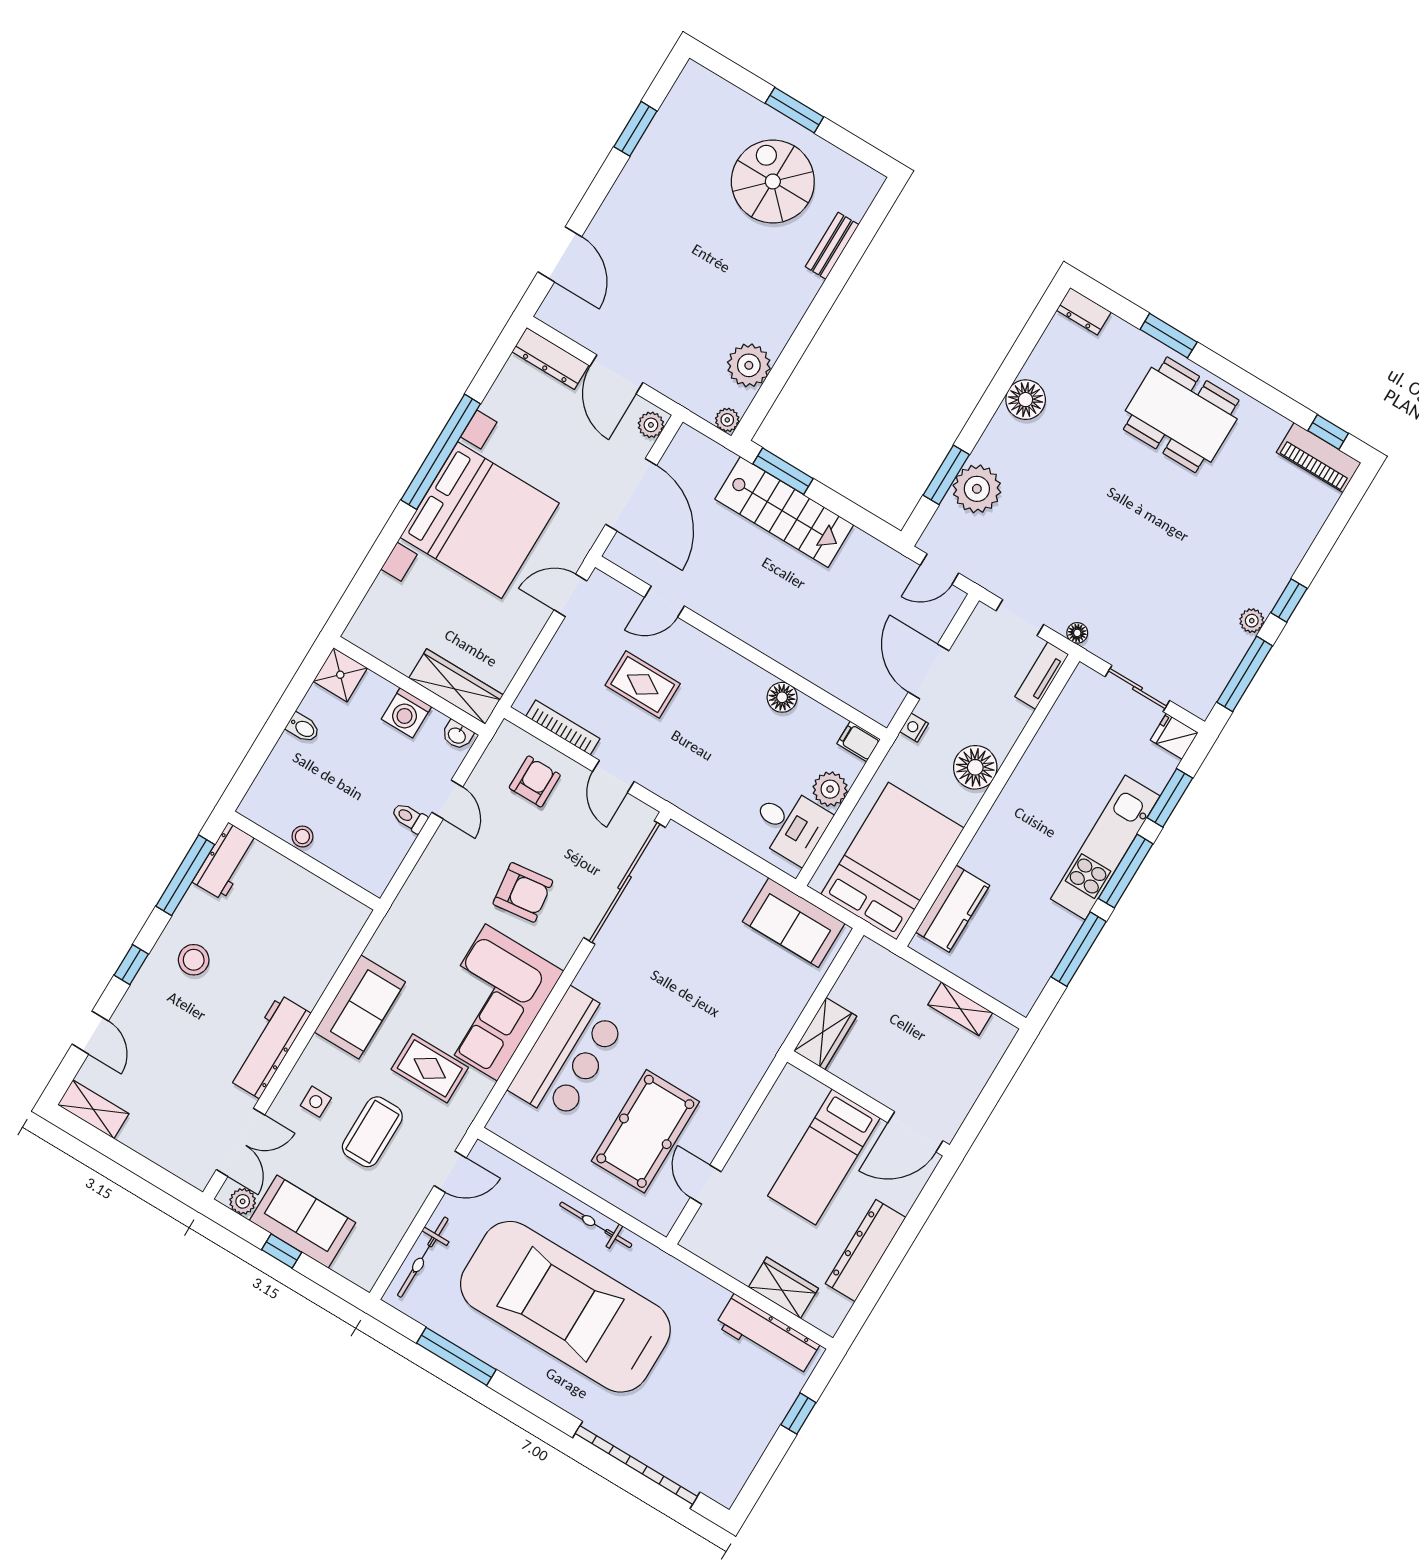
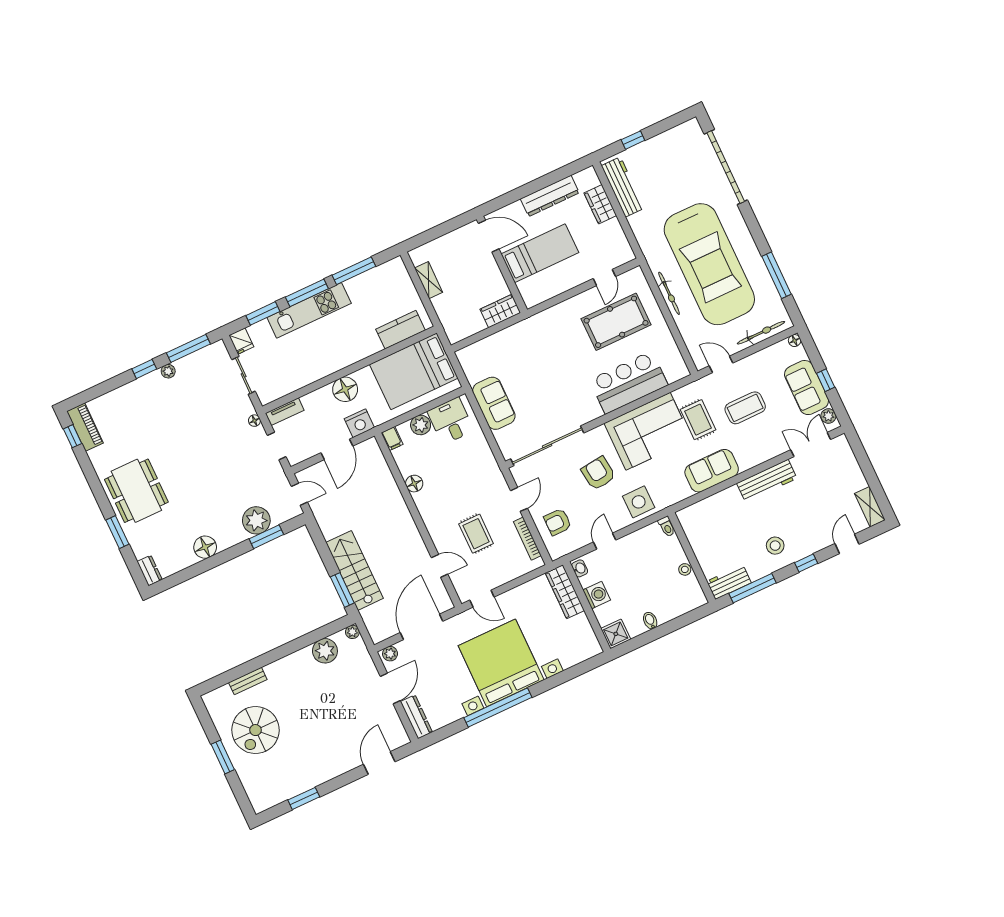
nightstand: (914, 728) -> (359, 423), width x1.89, depth x1.79
toilet: (409, 818) -> (667, 527), moved
sofa: (794, 922) -> (494, 403), moved
side table: (316, 1102) -> (639, 502), moved, width x1.87, depth x1.87
floor lamp: (366, 1279) -> (795, 341), added

